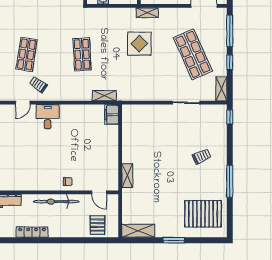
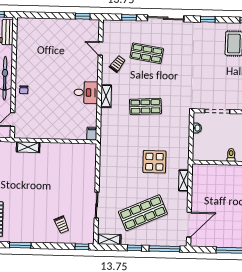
shelving: (147, 13) -> (184, 180), moved
shelving: (104, 96) -> (106, 96), moved
filing cabinet: (112, 115) -> (92, 134), width x0.50
desk: (48, 117) -> (86, 92), moved
trolley: (202, 156) -> (62, 225), moved
window: (230, 181) -> (20, 245), width x0.69

